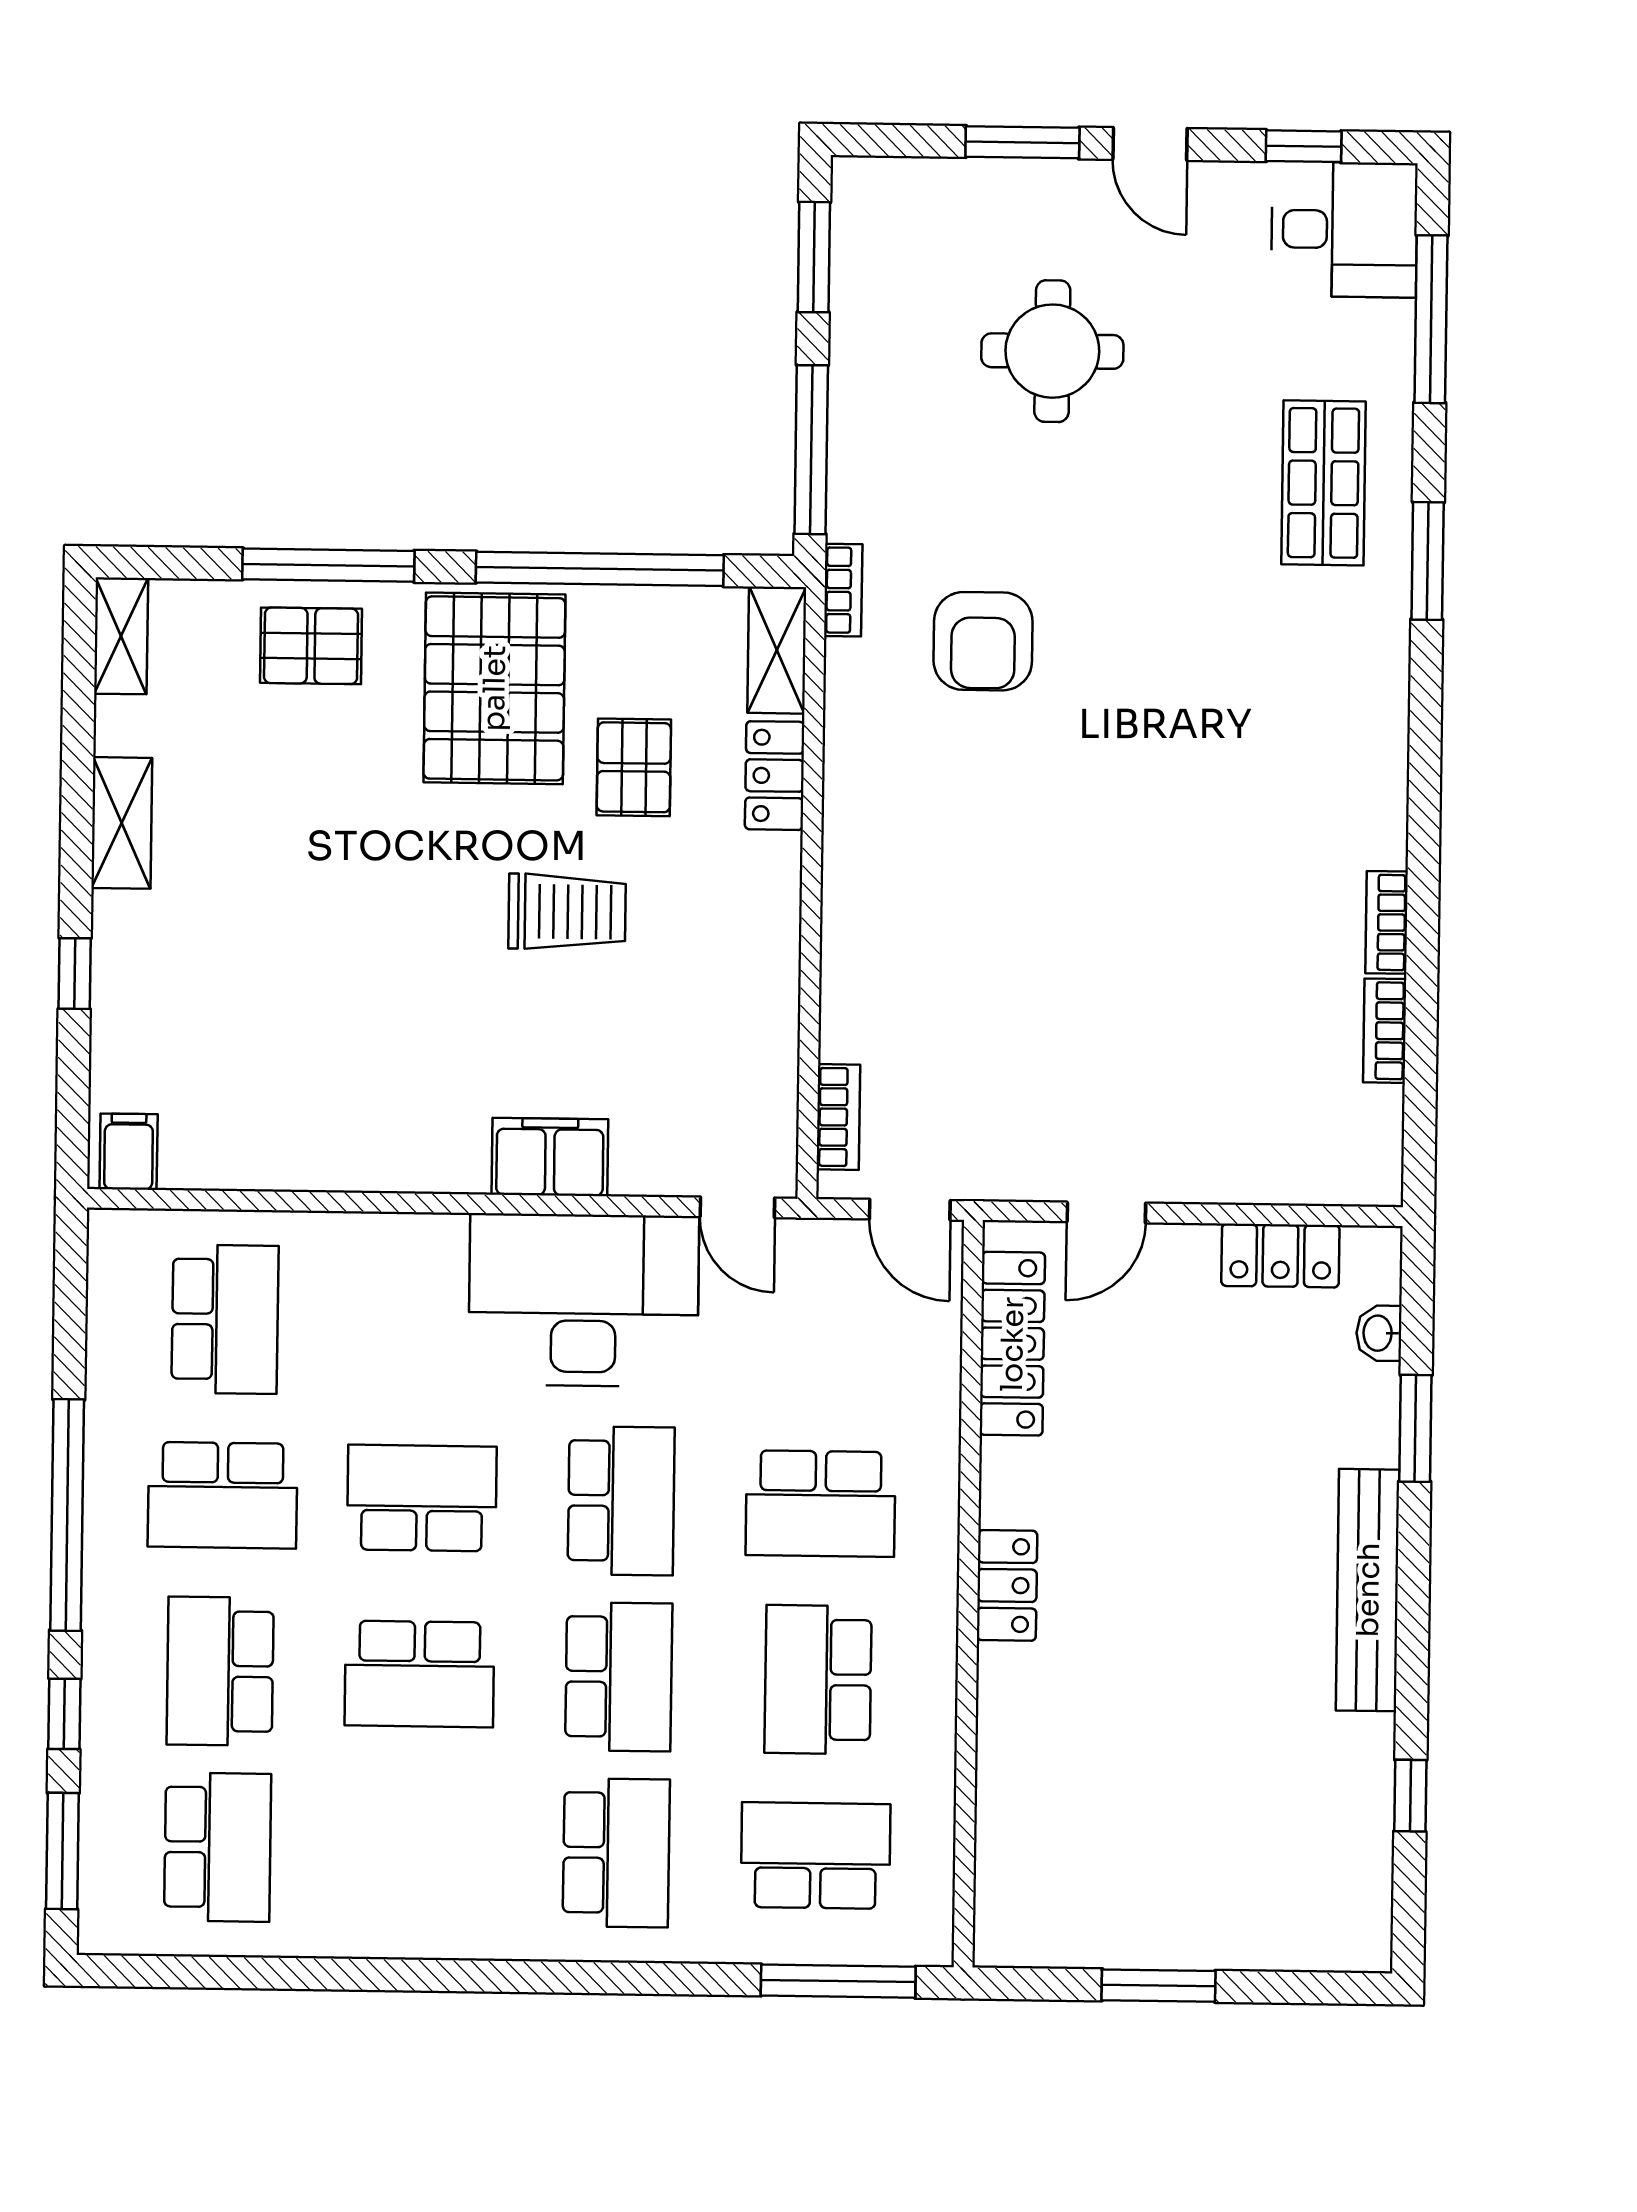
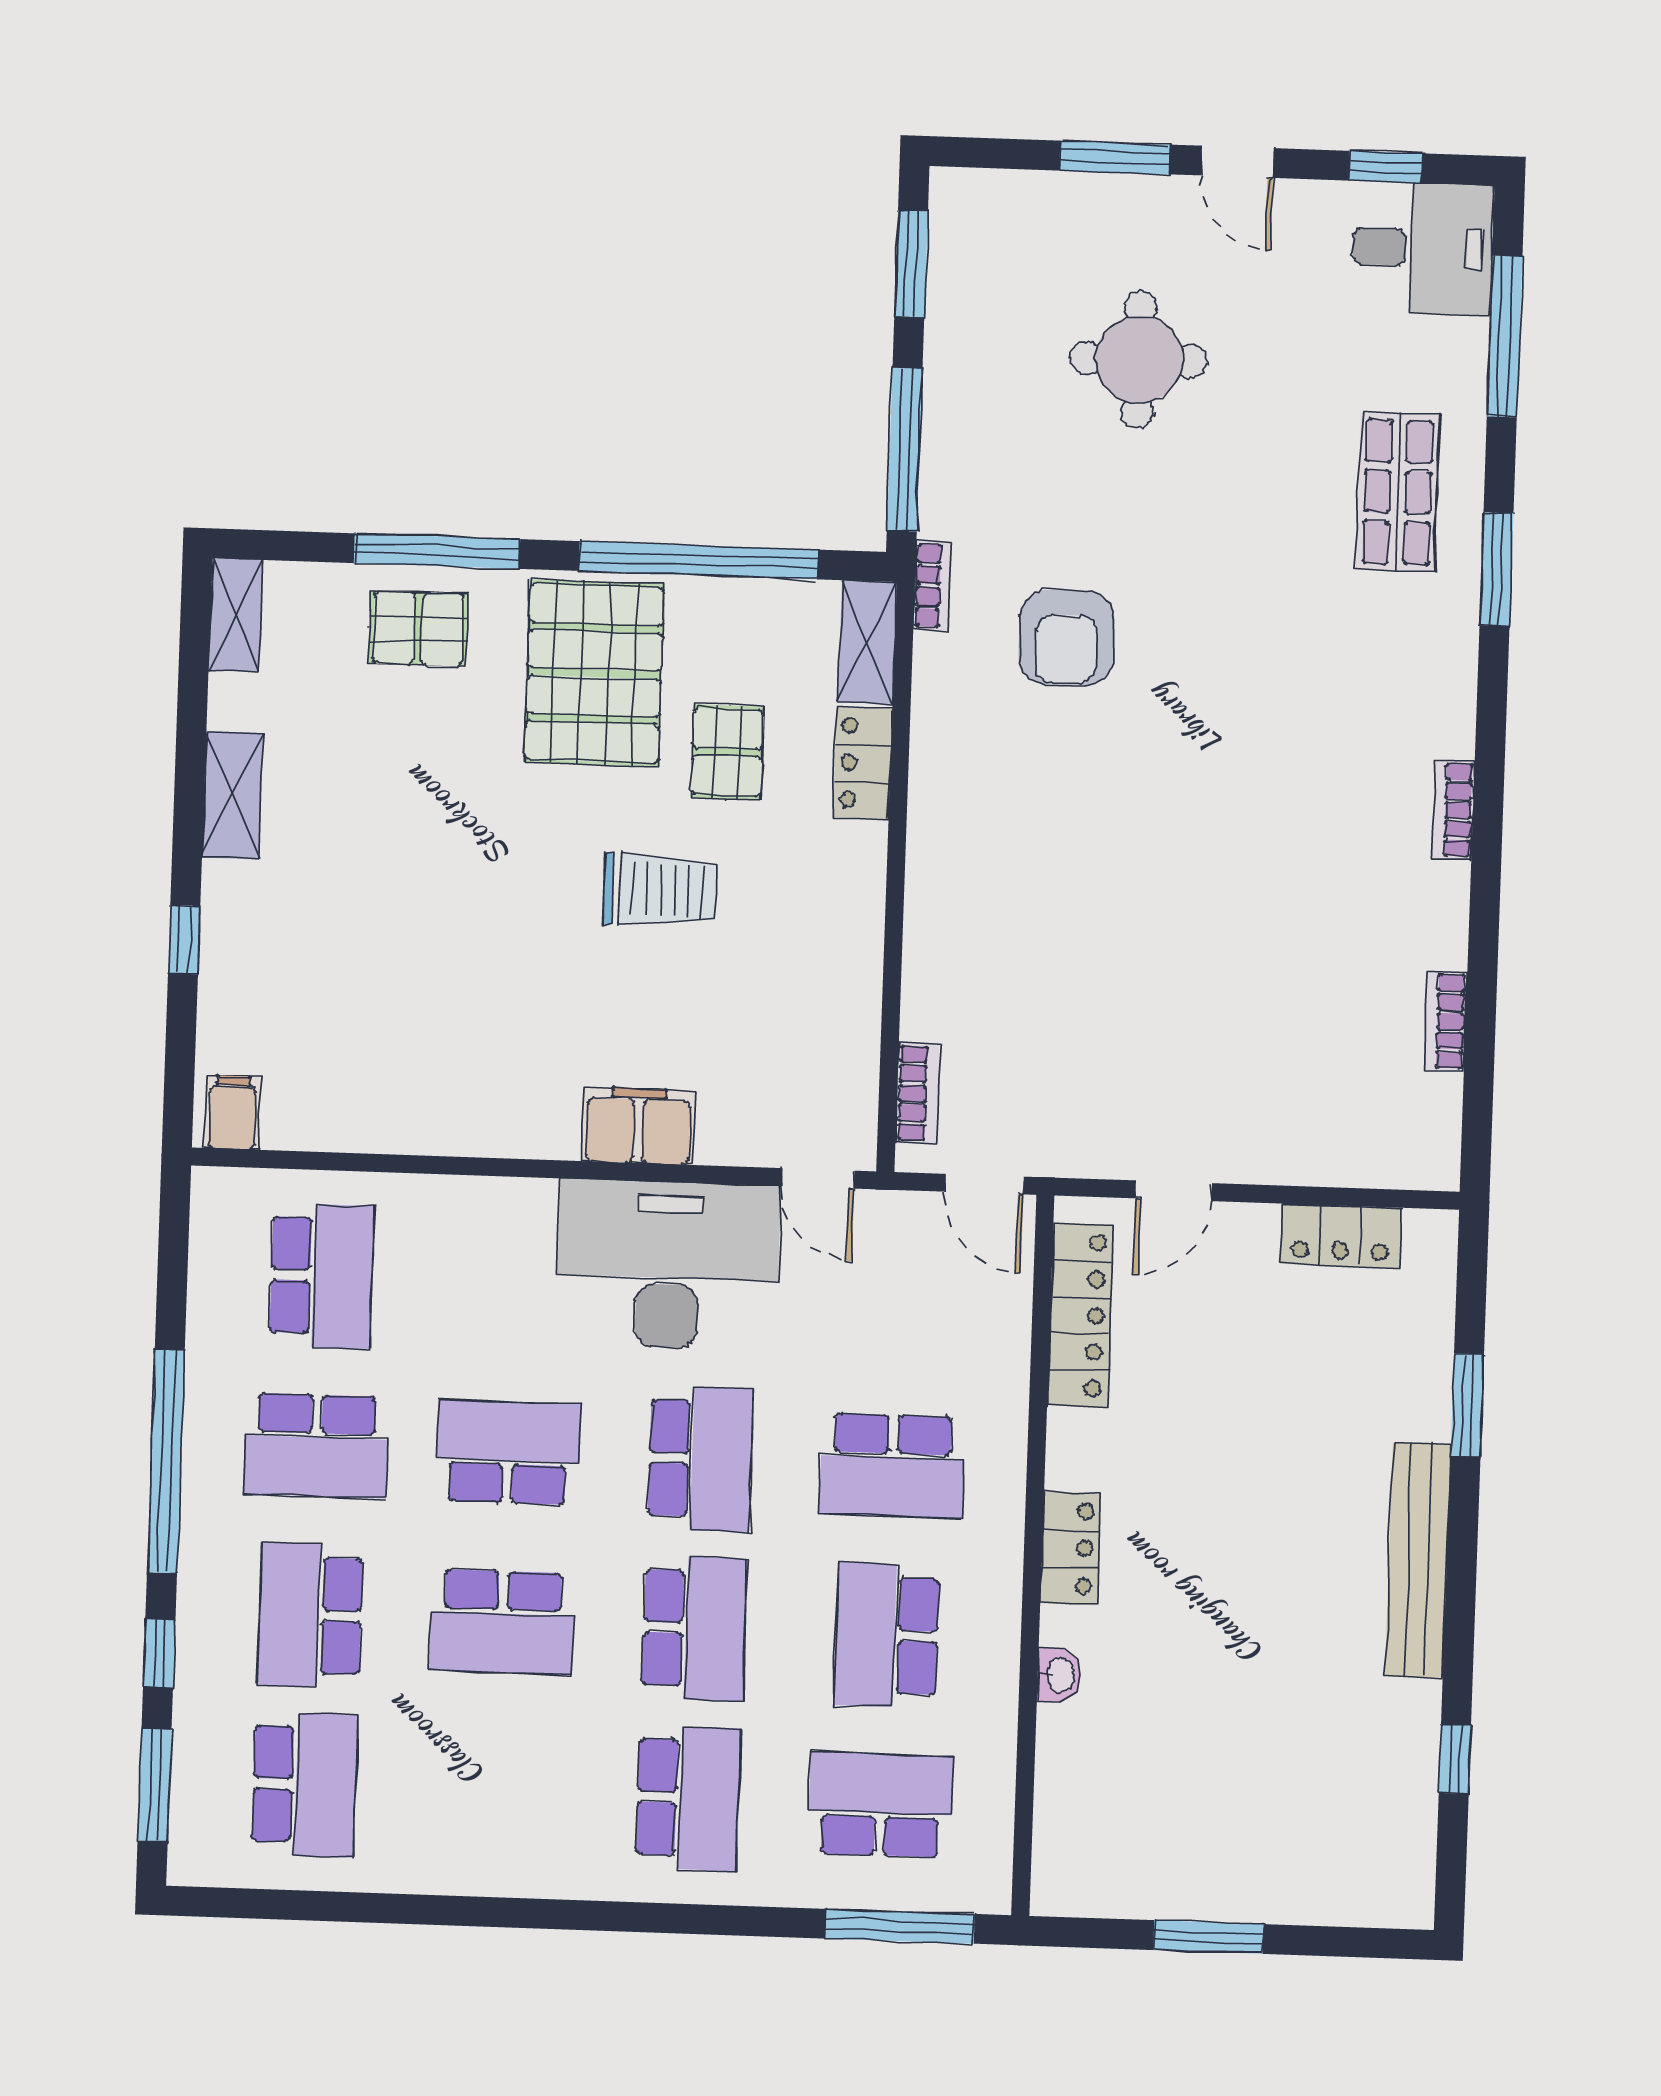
bookcase: (1387, 922) -> (1453, 810), moved
washbasin: (1379, 1333) -> (1059, 1675), moved, turned 180

